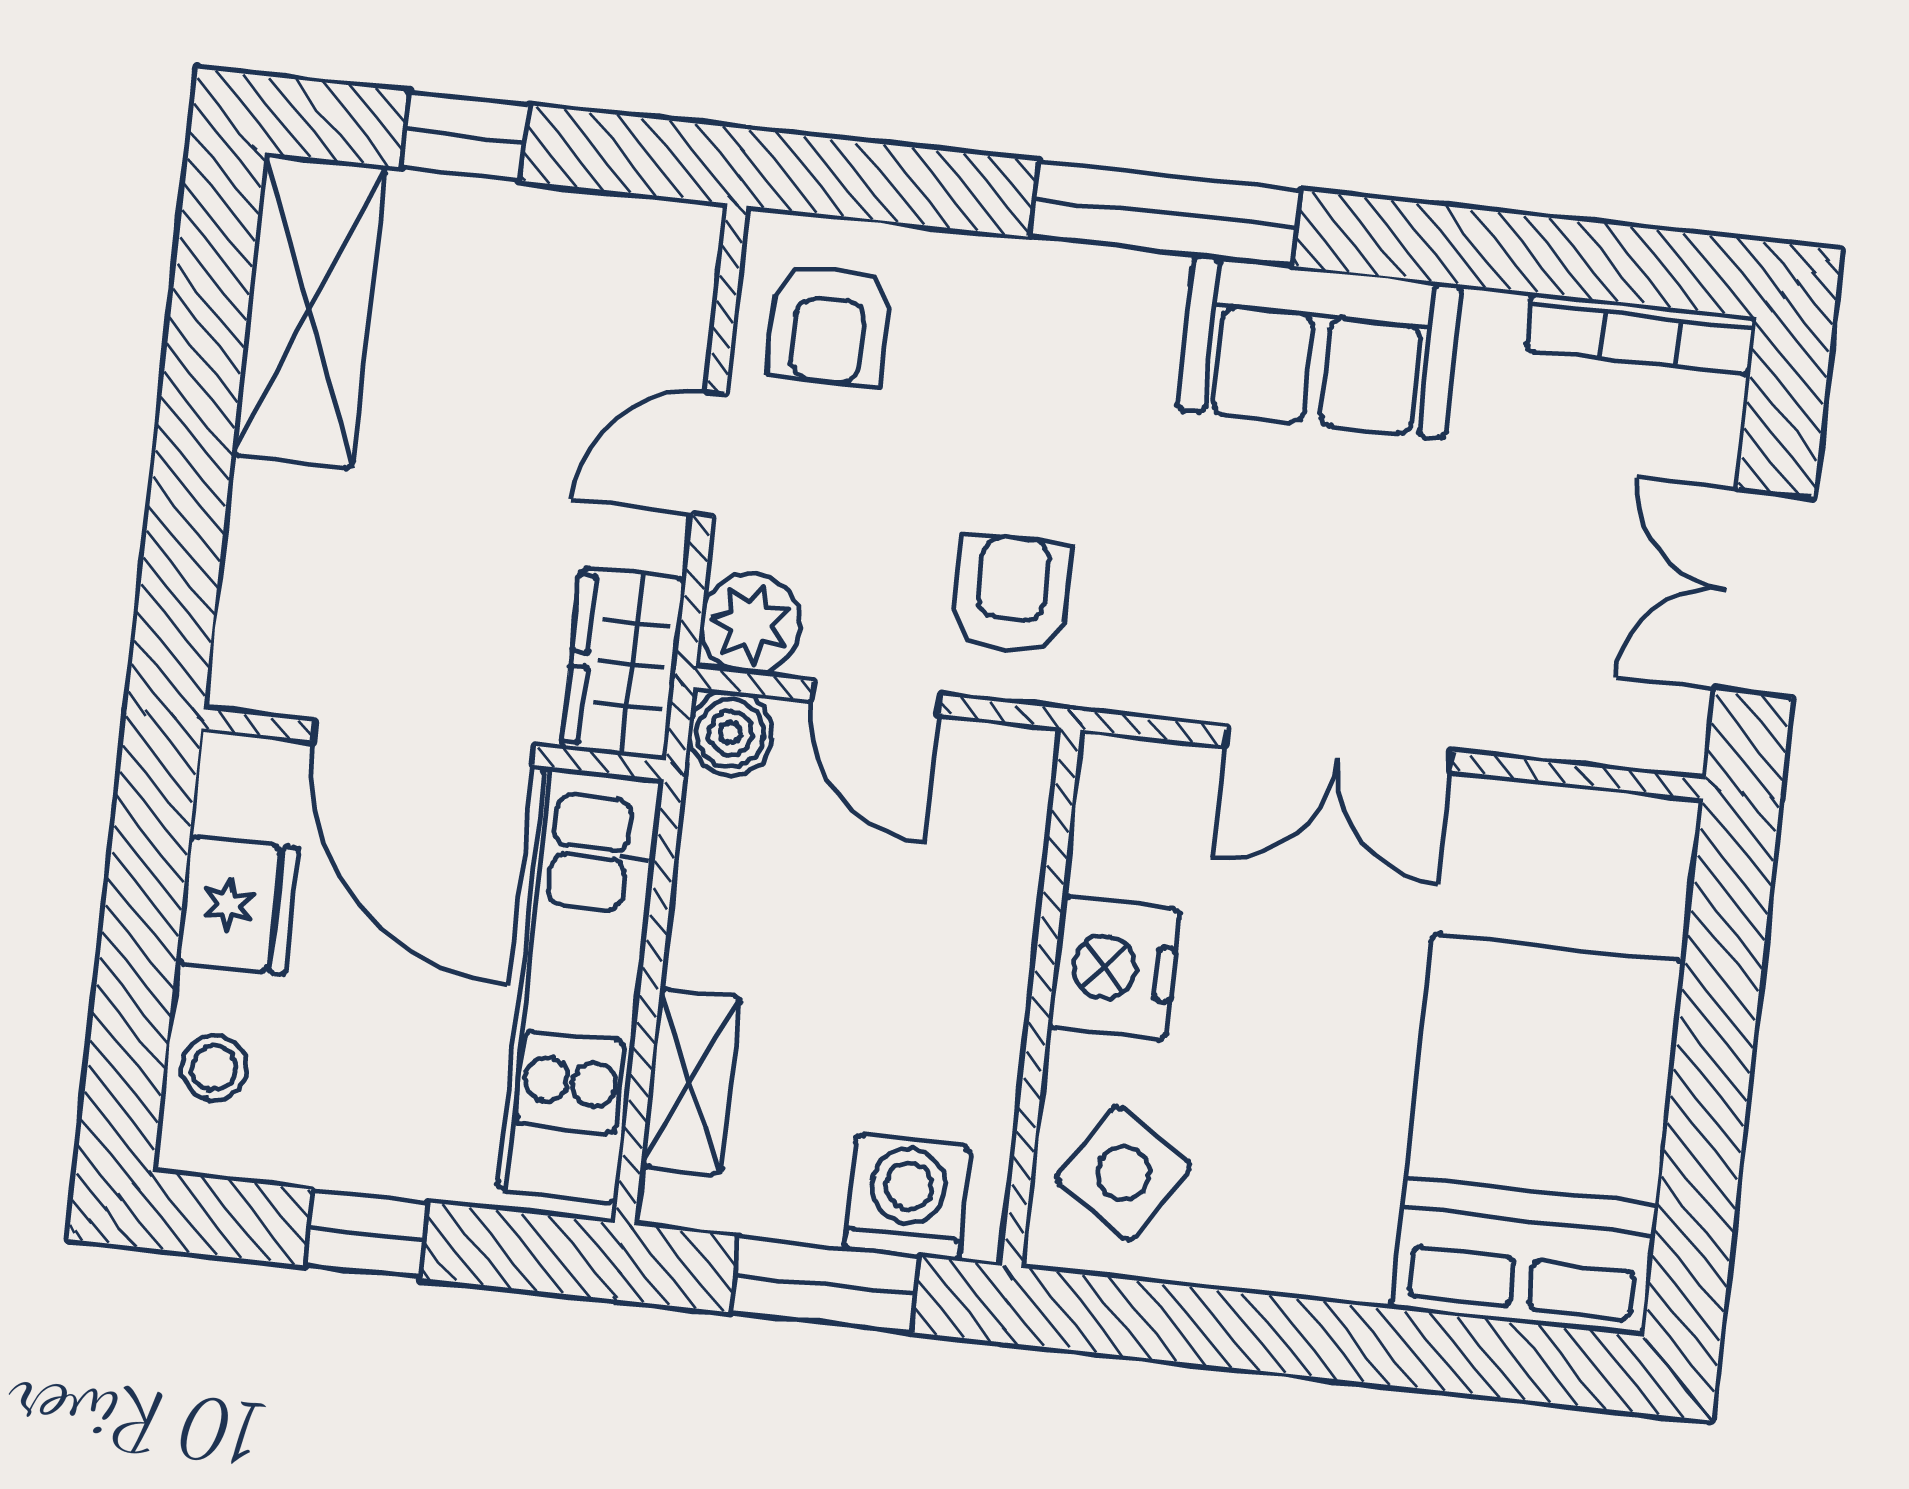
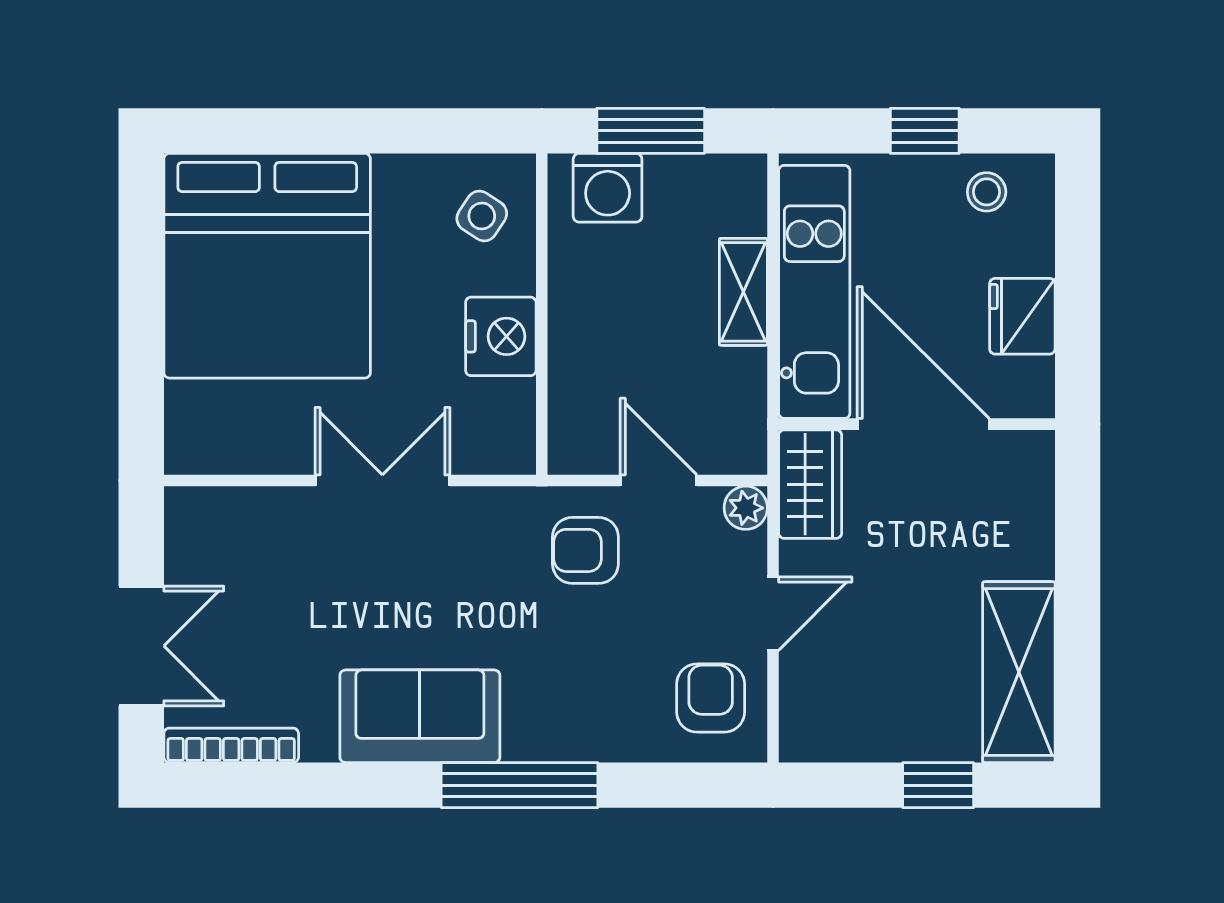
double door: (1764, 593) -> (141, 646), moved
armchair: (1012, 594) -> (585, 550), turned 90
plant: (751, 624) -> (746, 508), width x0.73, depth x0.73
boiler: (730, 733) -> (742, 450), removed
stool: (214, 1068) -> (987, 192), moved
shelving: (690, 1082) -> (743, 292), moved
bed: (1538, 1135) -> (267, 266), width x1.36
side table: (1123, 1173) -> (482, 216), width x0.73, depth x0.73

